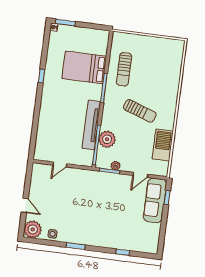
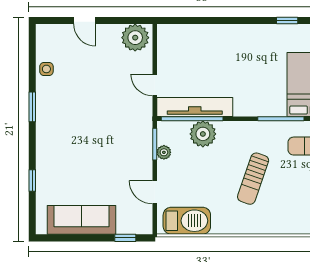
tv unit: (91, 125) -> (195, 107), moved
barbecue: (163, 145) -> (187, 221), moved
door: (60, 164) -> (155, 85), moved
sofa: (155, 200) -> (81, 220), moved
door: (25, 205) -> (85, 21), hinge flipped
plant: (33, 229) -> (135, 38), moved

